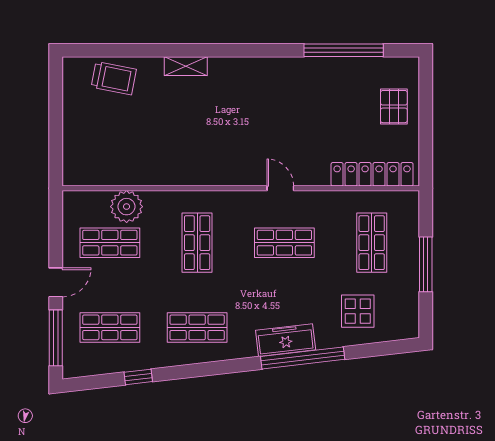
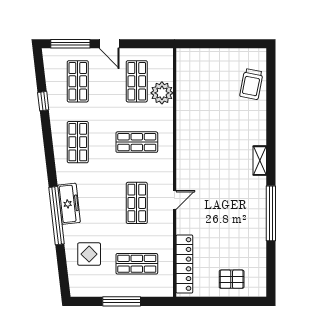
window: (344, 50) -> (271, 213), moved
shelving: (186, 66) -> (260, 161), moved

